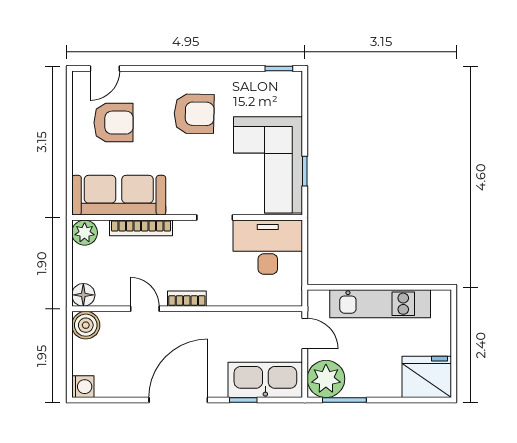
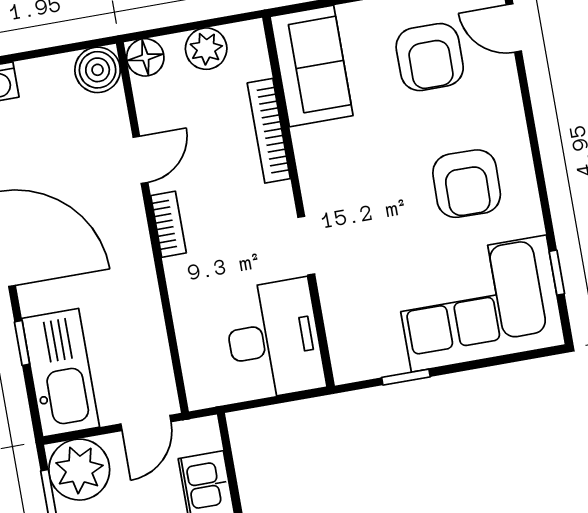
window: (279, 69) -> (557, 273), moved
corner sofa: (268, 165) -> (479, 304), moved
sofa: (119, 195) -> (311, 66), width x0.73
plant: (85, 233) -> (206, 49), moved

